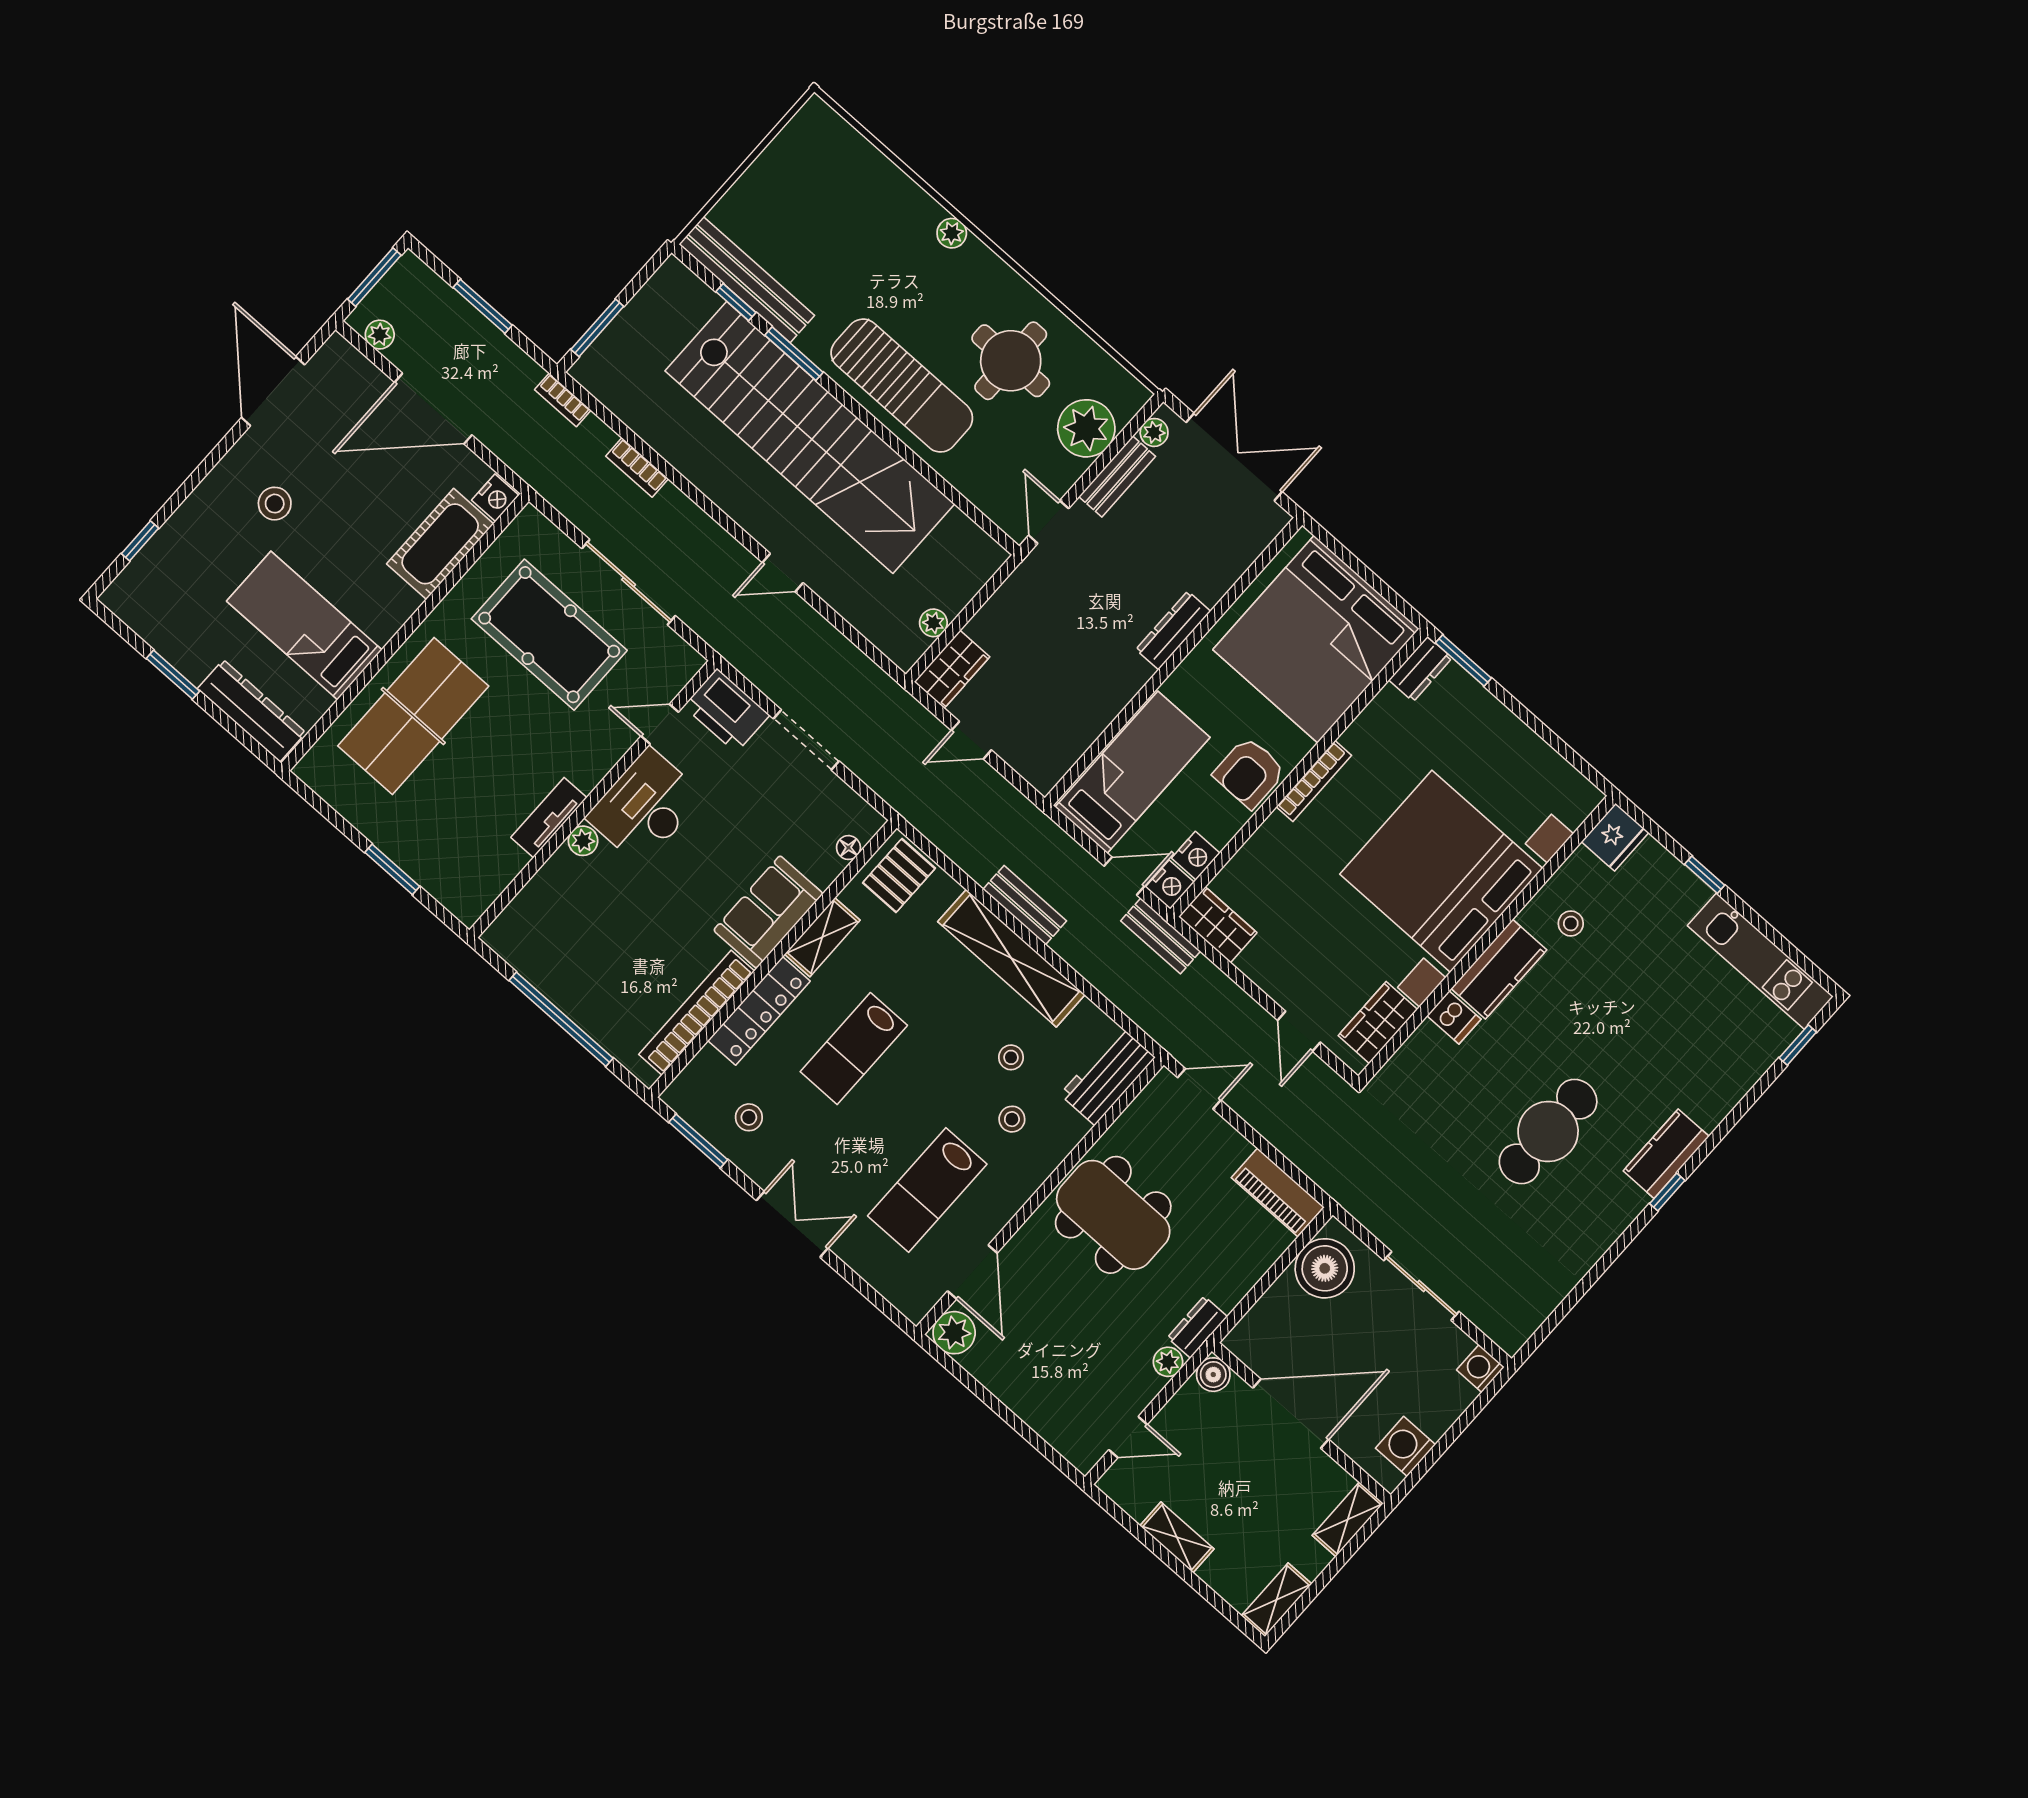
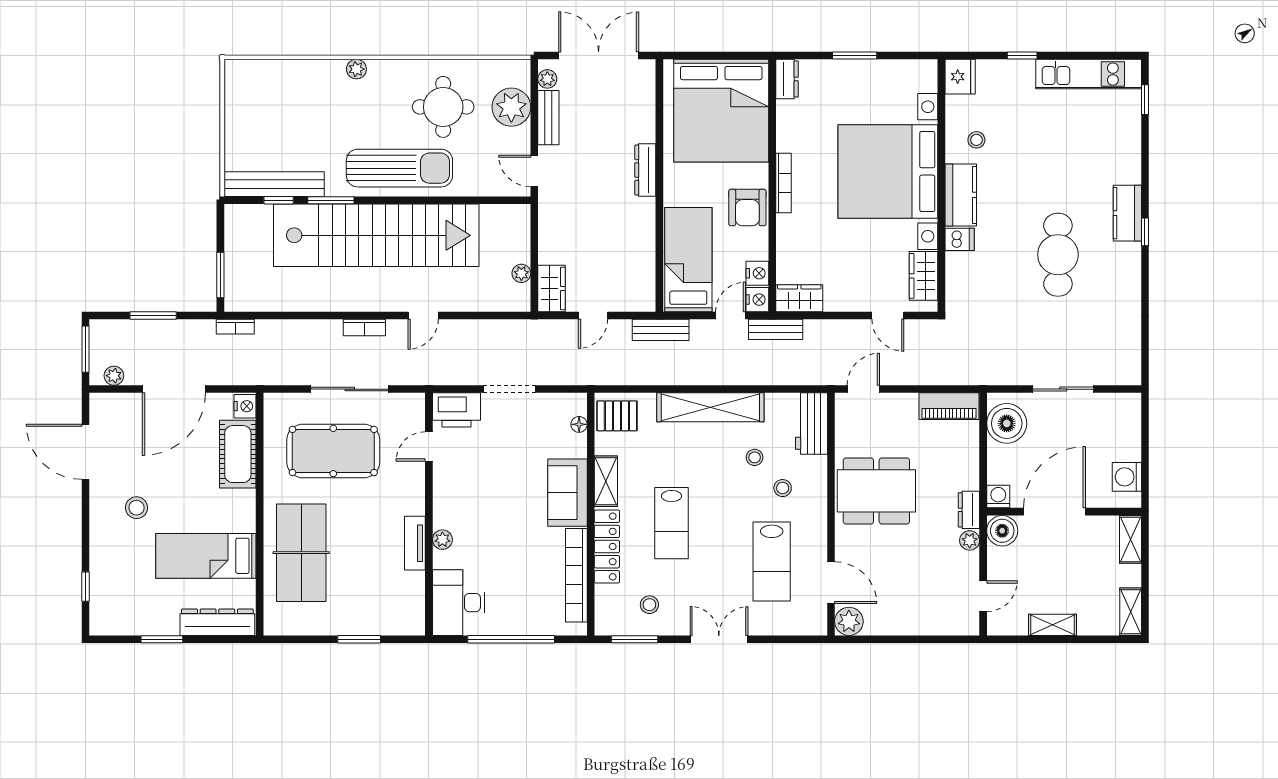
bookcase: (637, 467) -> (364, 328), moved
window: (1463, 661) -> (855, 56), moved
desk: (645, 807) -> (458, 603), moved
pallet: (899, 876) -> (617, 416), turned 90
bench: (1025, 905) -> (661, 330), moved
washing machine: (1480, 1369) -> (998, 497), moved, turned 90
boiler: (1213, 1375) -> (1002, 531), width x1.36, depth x1.36

